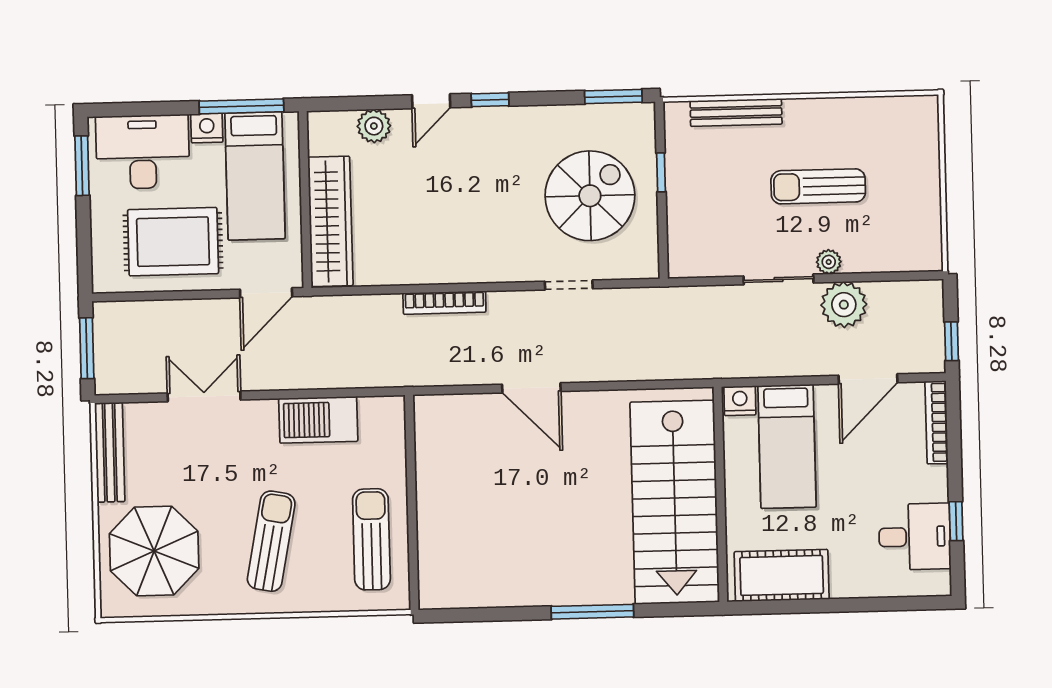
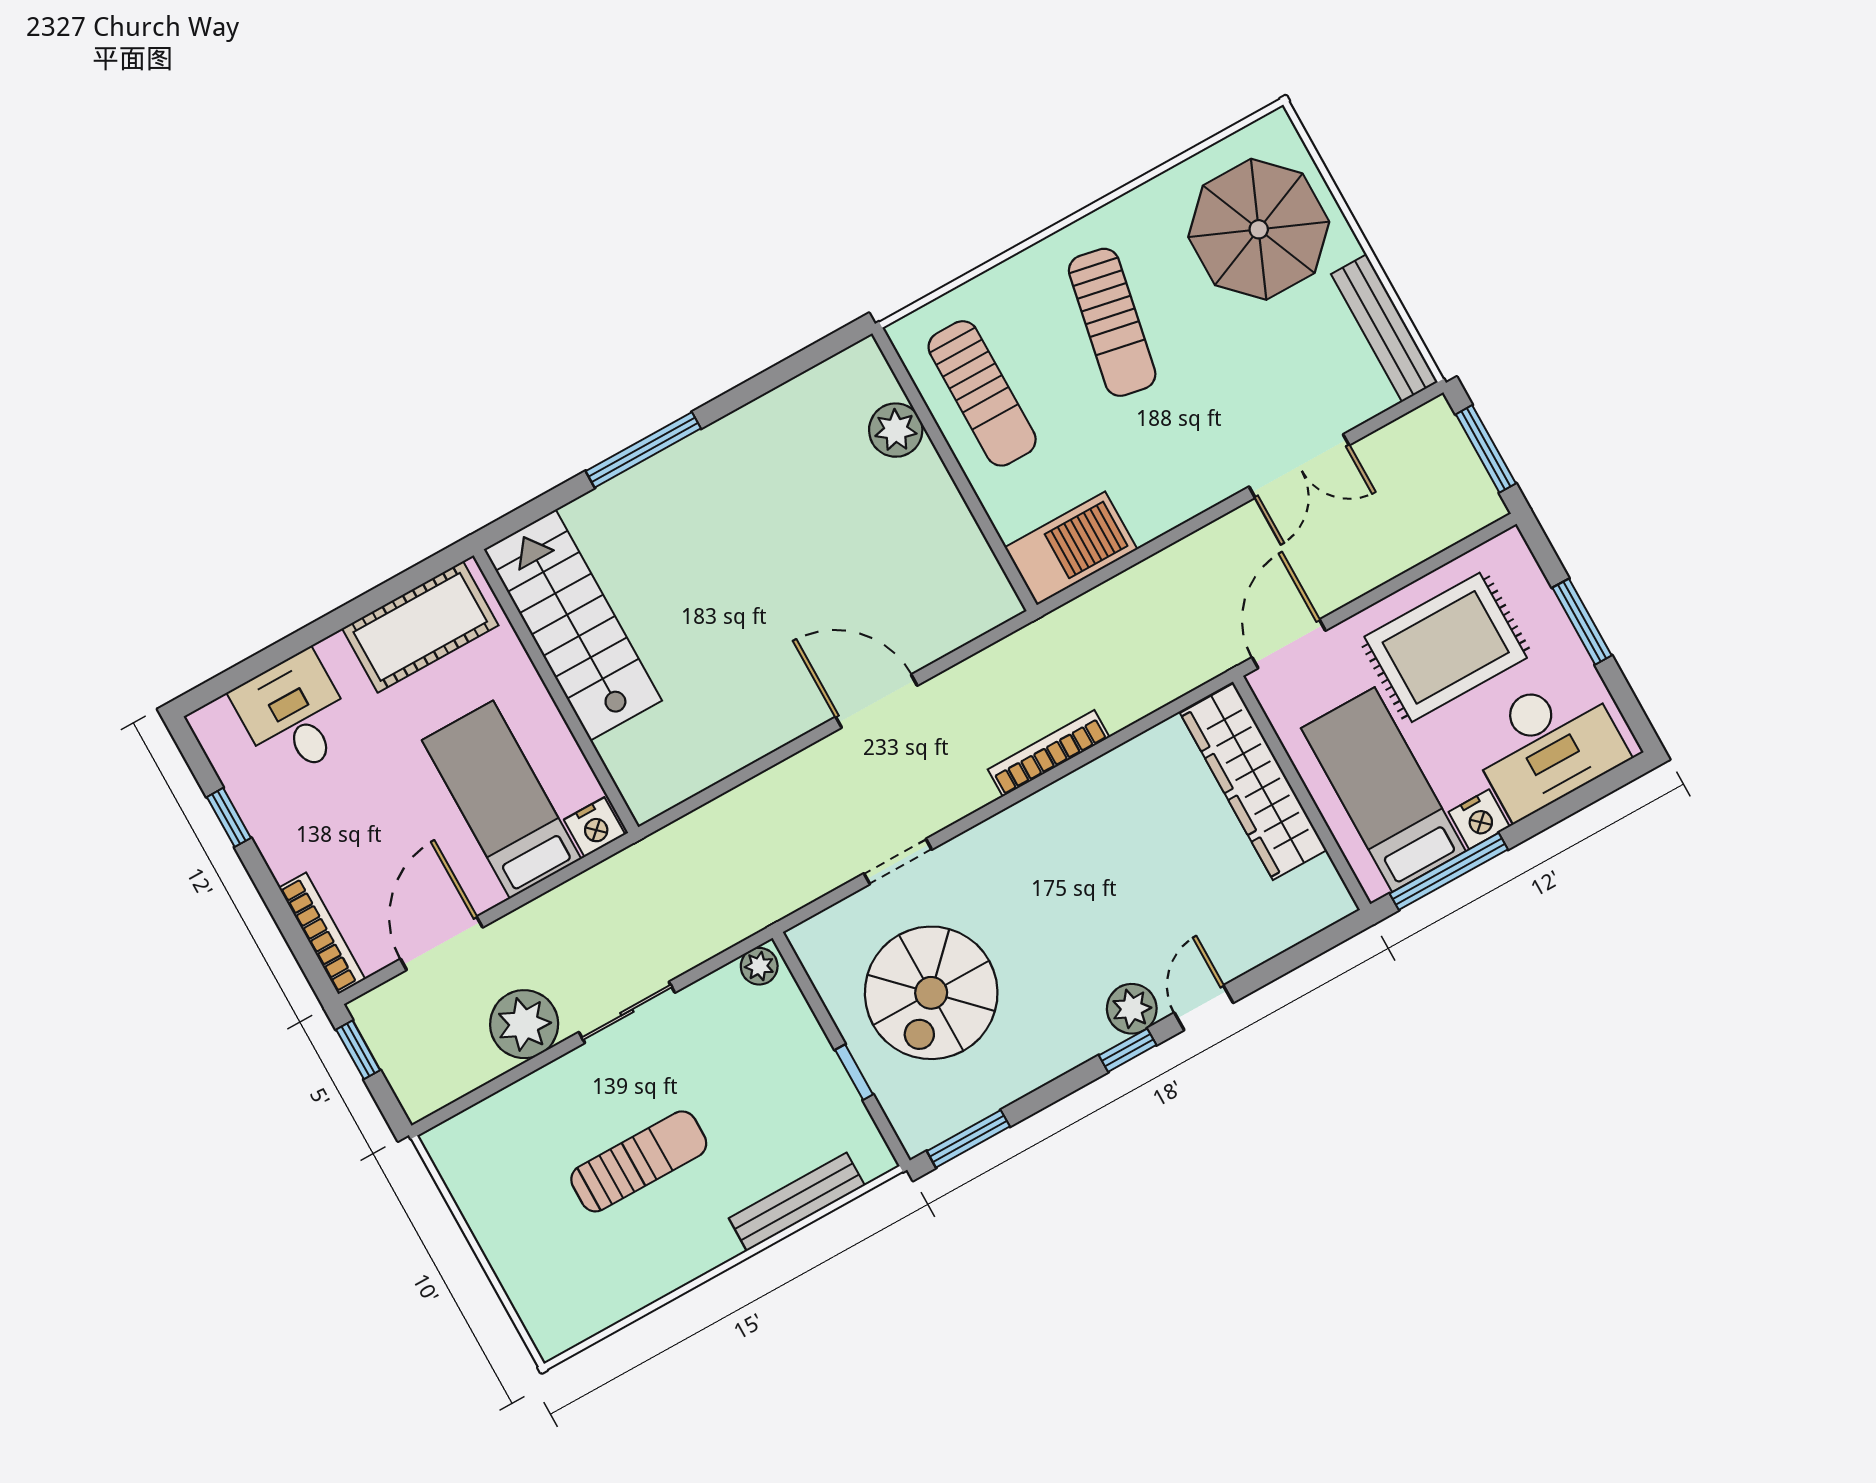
plant: (374, 126) -> (1132, 1009), moved
window: (82, 166) -> (1582, 622), moved
plant: (829, 262) -> (759, 966), moved
barbecue: (318, 420) -> (1071, 548), moved
stairs: (675, 502) -> (573, 625), width x0.73, depth x0.66
desk: (915, 537) -> (294, 715), moved, turned 90
plant: (435, 544) -> (896, 430), added

